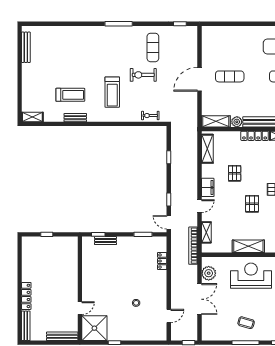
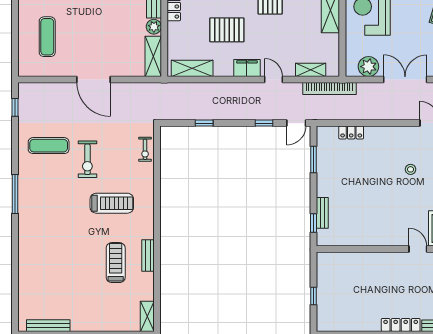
exercise mat: (230, 76) -> (47, 37), moved
pallet: (235, 173) -> (227, 30), width x1.50, depth x1.42

